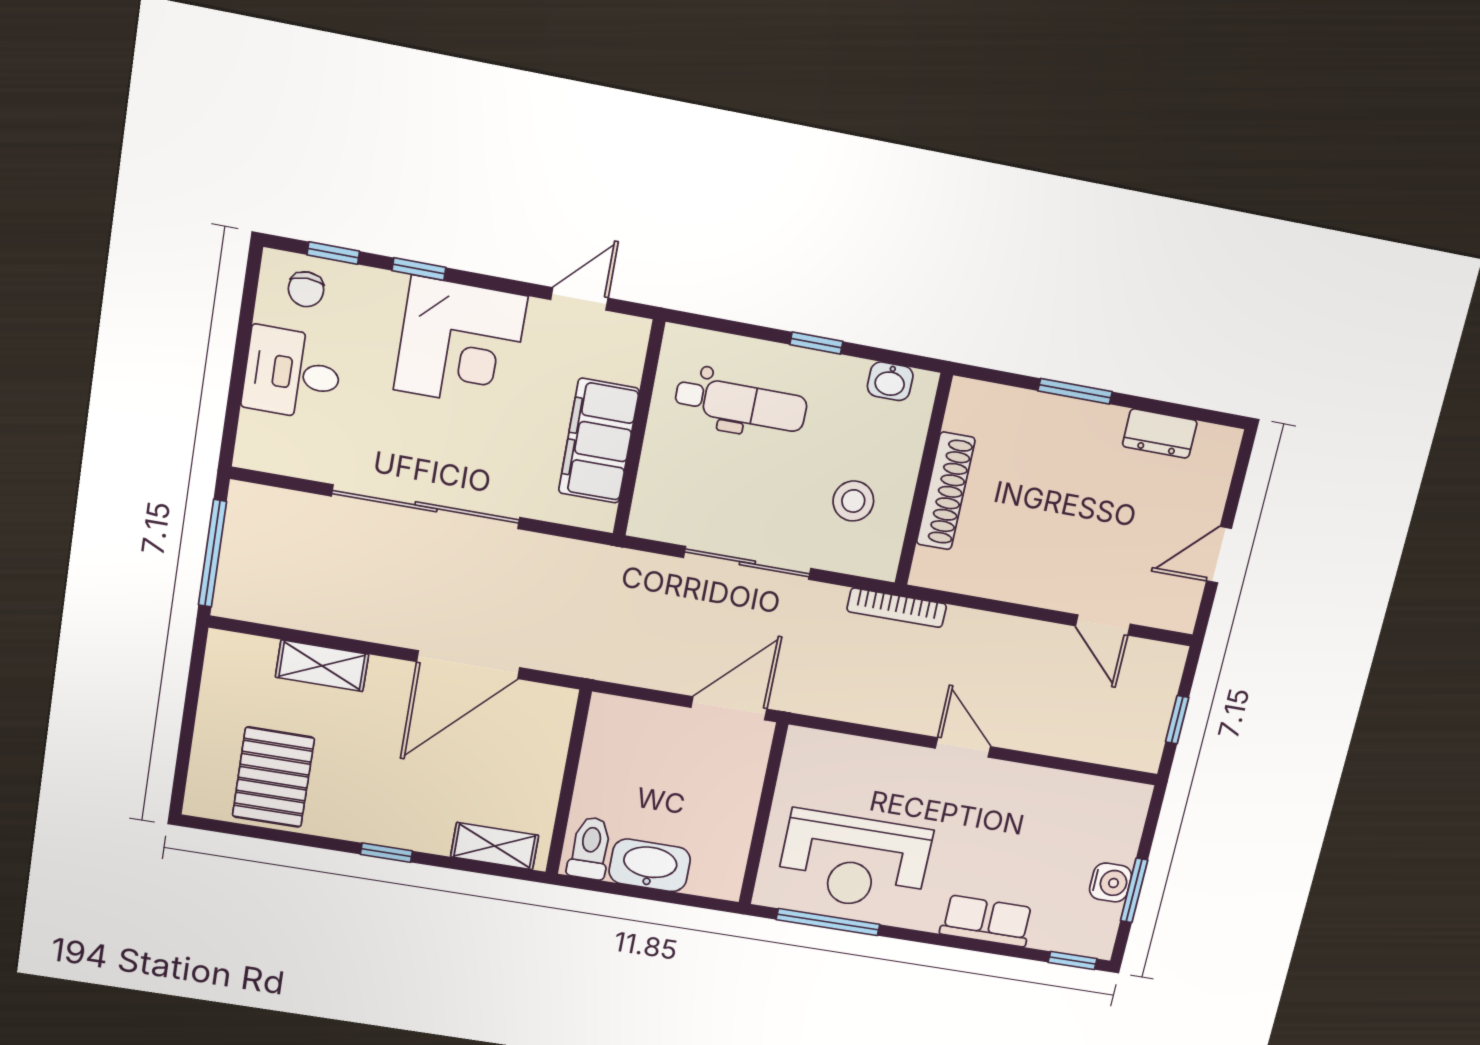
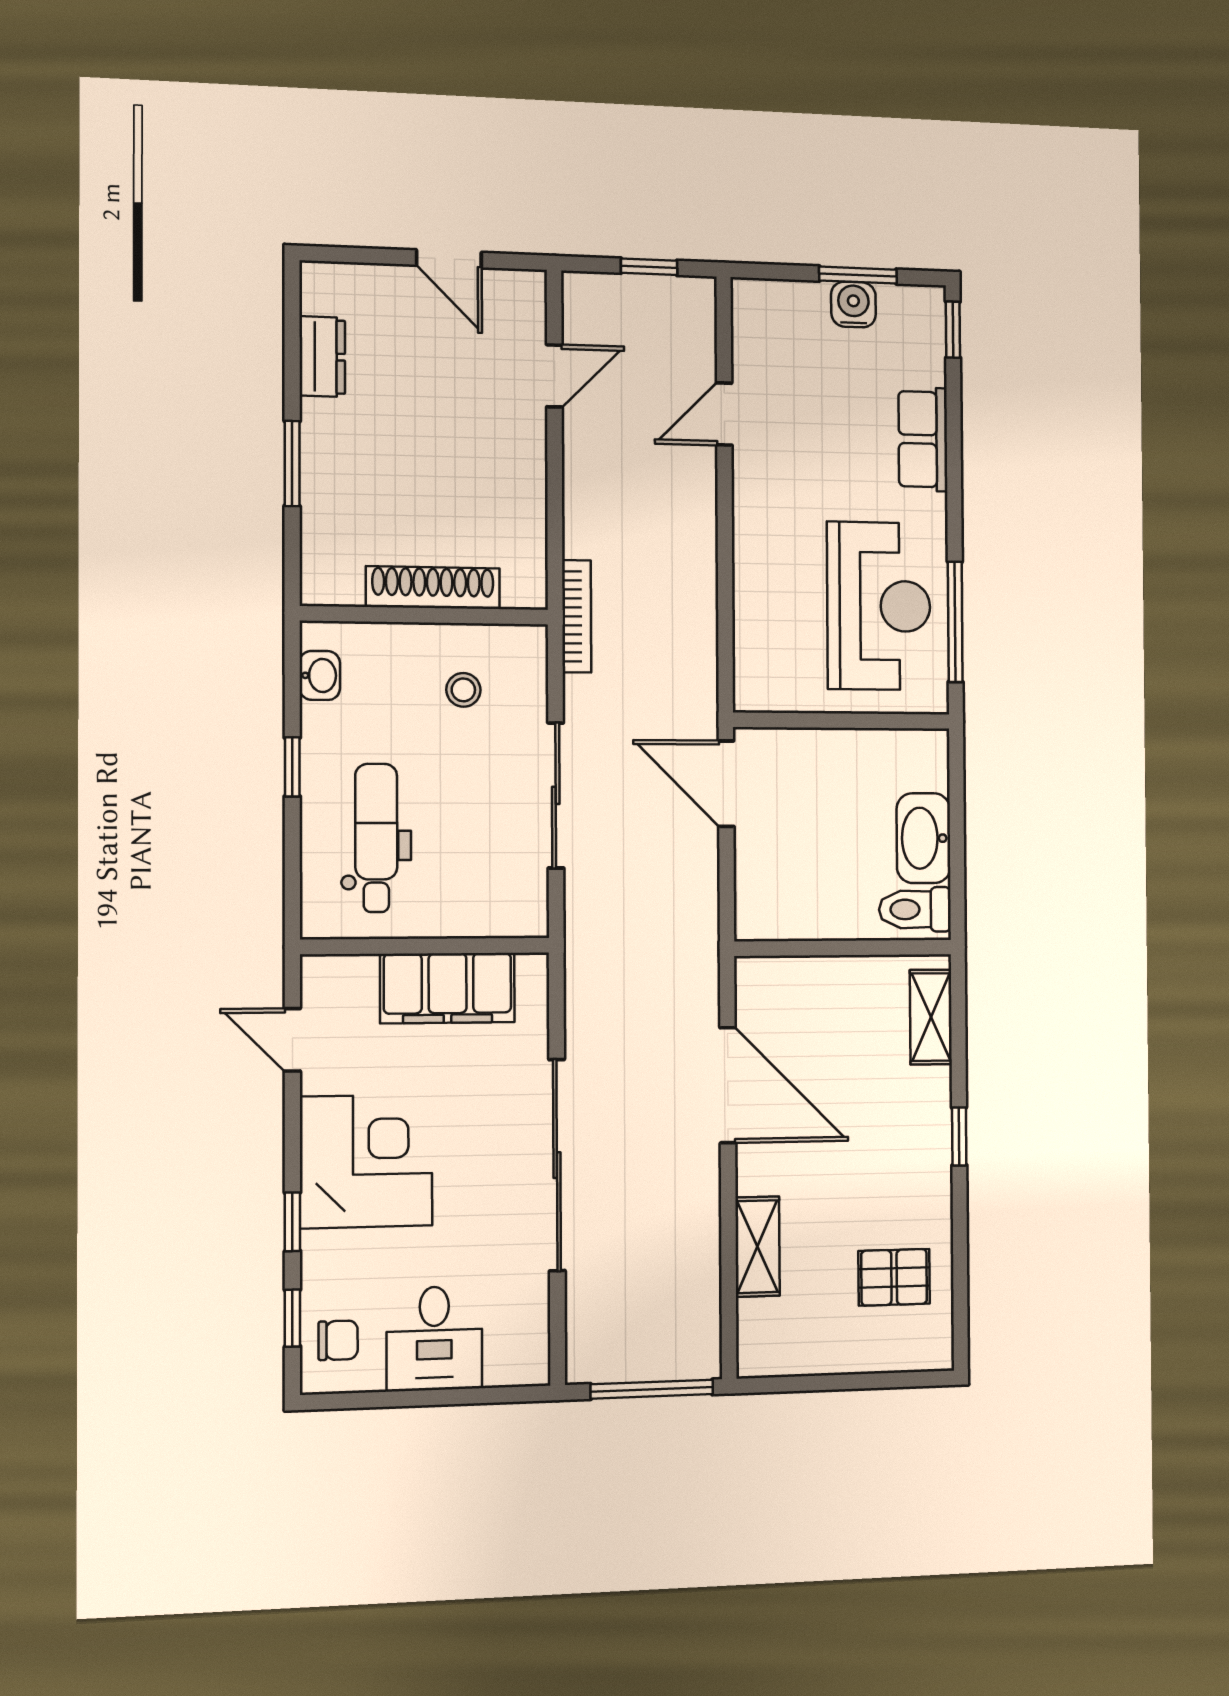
stool: (853, 501) -> (463, 690), width x0.73, depth x0.73
door: (963, 747) -> (724, 414), moved
pallet: (273, 777) -> (894, 1277), width x0.67, depth x0.71

